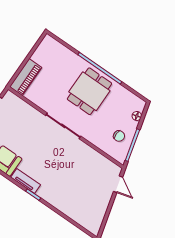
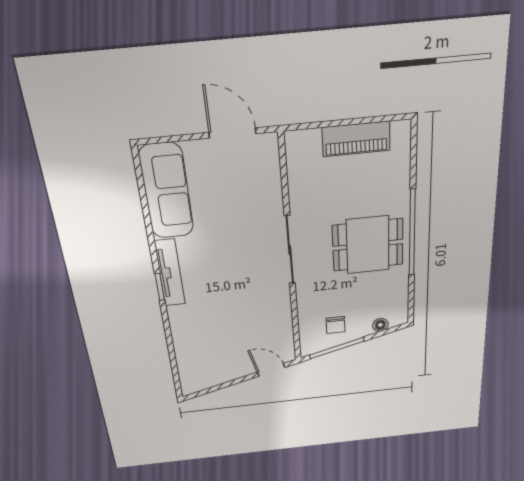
piano: (26, 77) -> (356, 139), moved
tv unit: (26, 181) -> (170, 273), width x1.41
door: (118, 184) -> (271, 370), swing flipped

